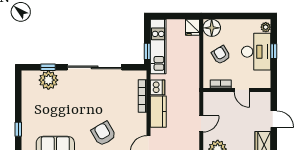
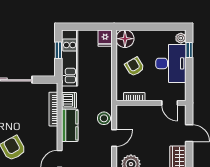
window: (147, 51) -> (58, 50), moved
window: (274, 51) -> (189, 50), moved
door: (242, 90) -> (170, 103), moved
stool: (191, 105) -> (104, 118), added

